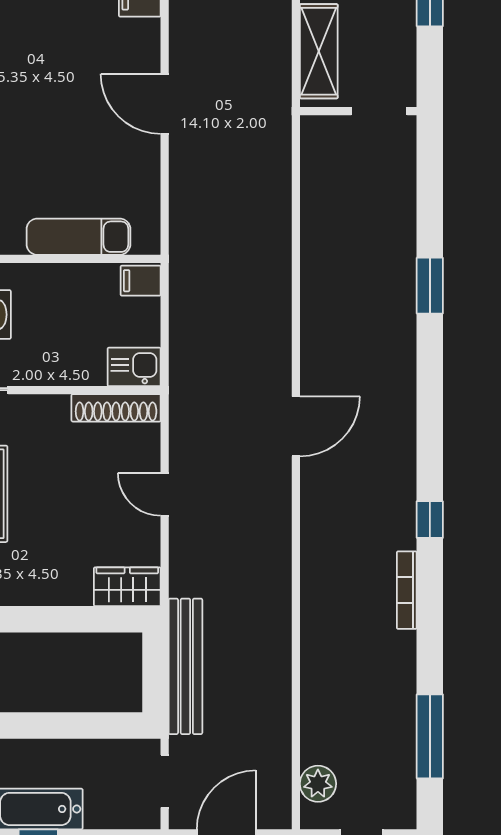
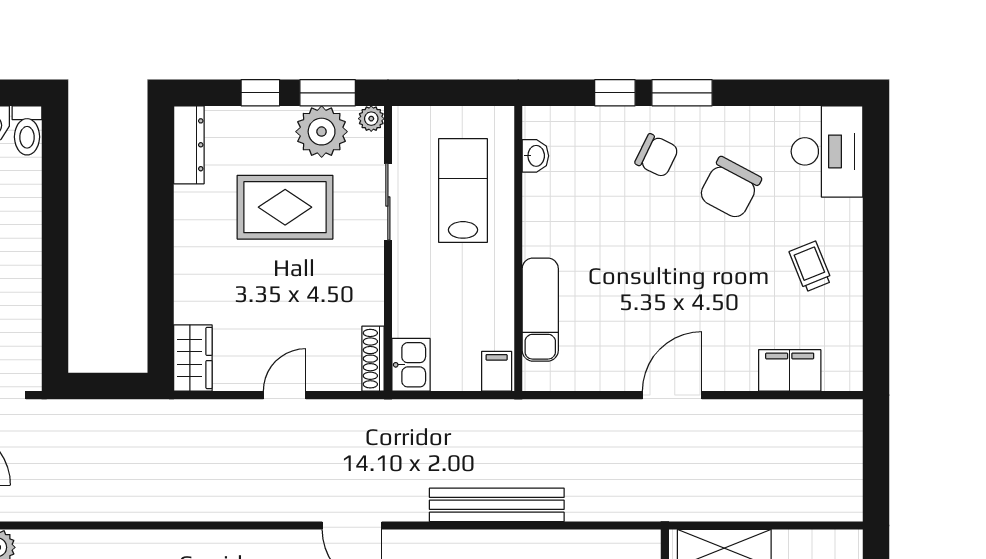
shoe rack: (116, 408) -> (373, 359), width x0.74, depth x0.81
bench: (185, 666) -> (497, 505), moved

